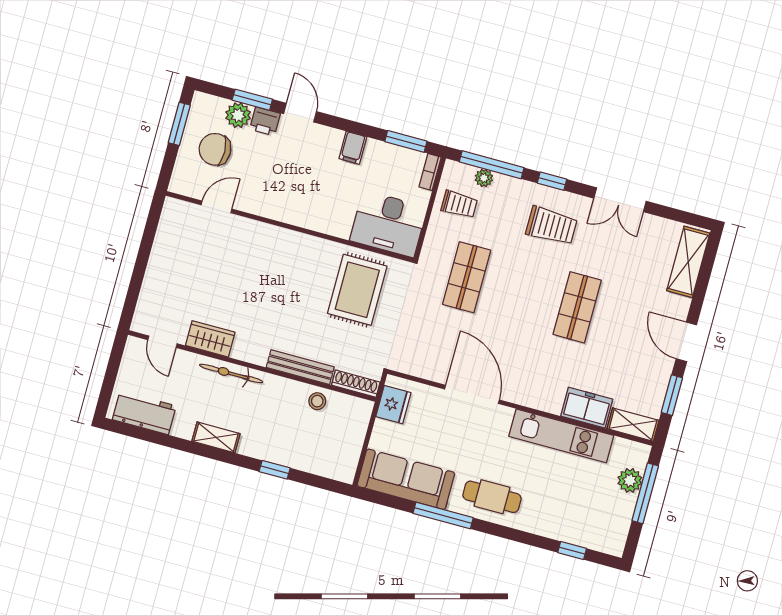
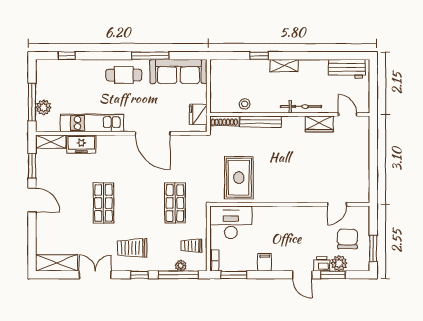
chair: (215, 149) -> (347, 239), turned -88
shelving: (688, 262) -> (57, 263), moved, turned 90
shelving: (216, 437) -> (284, 66), moved

